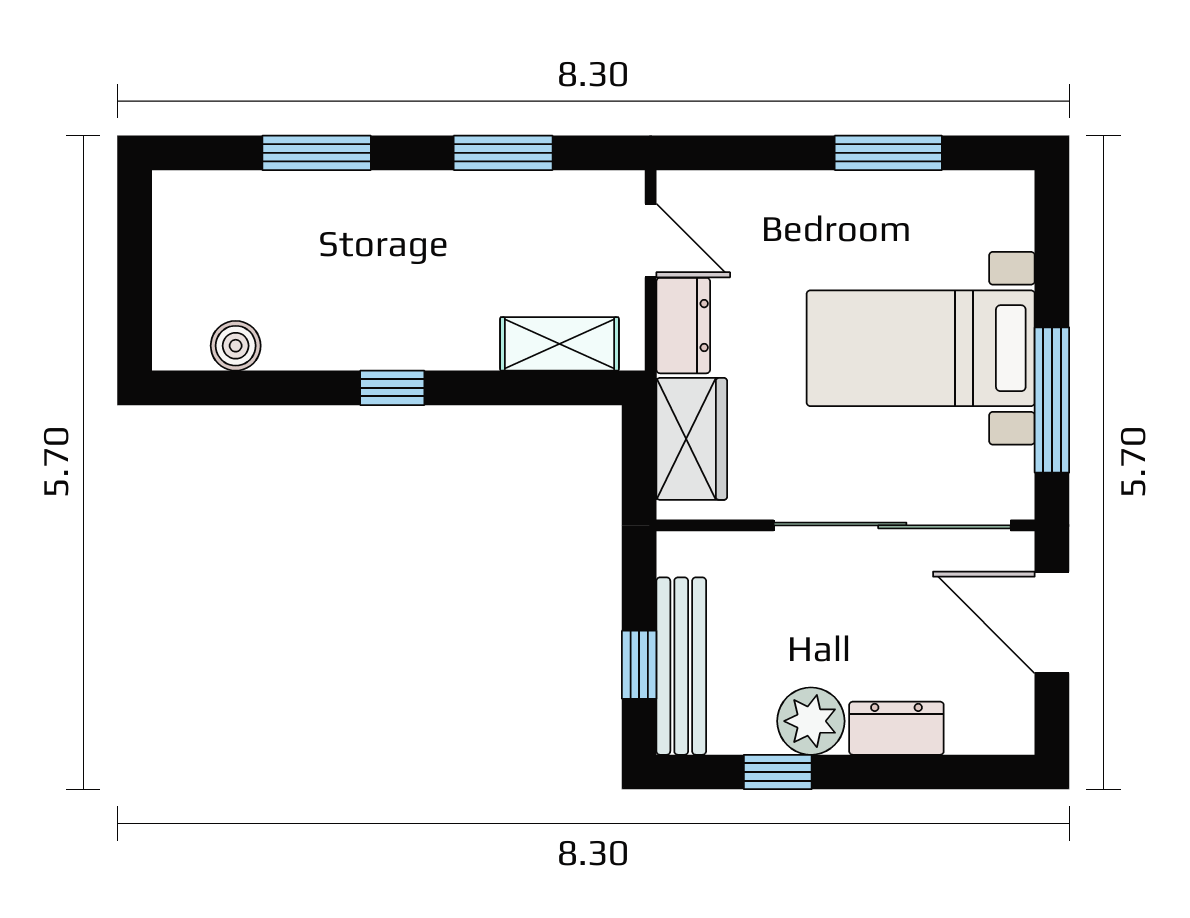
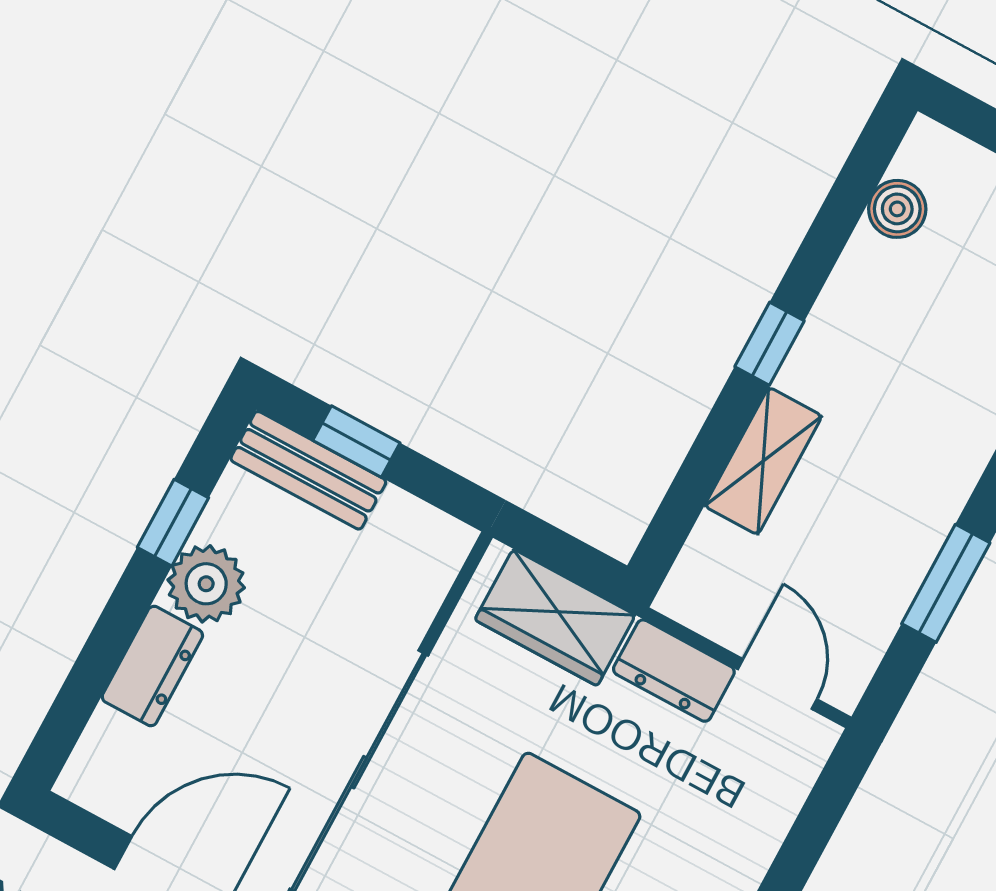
door: (651, 240) -> (777, 684), swing flipped
shelving: (559, 344) -> (763, 461), moved
bench: (681, 666) -> (308, 470), width x0.73

